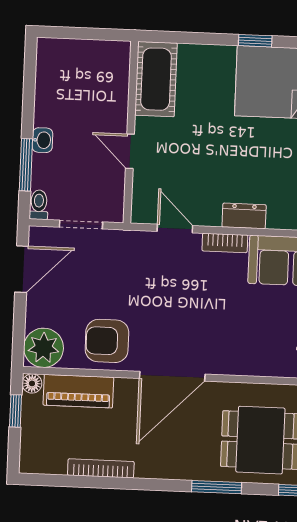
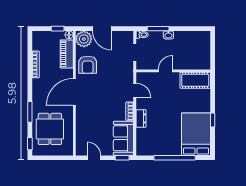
door: (175, 228) -> (135, 90), hinge flipped
door: (22, 269) -> (102, 29), moved
armchair: (107, 341) -> (88, 65), turned 180
door: (172, 376) -> (74, 92), hinge flipped

